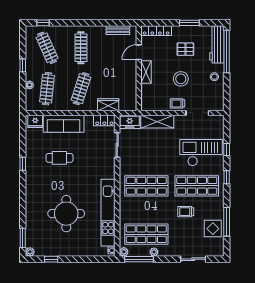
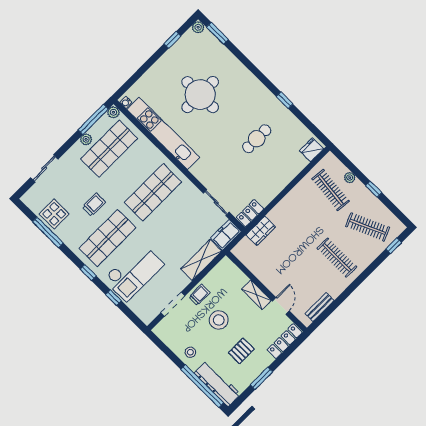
clothes rail: (81, 89) -> (300, 221), removed
sofa: (64, 124) -> (284, 173), removed

